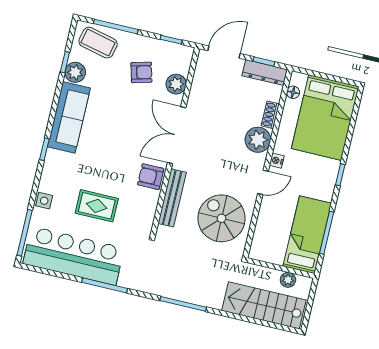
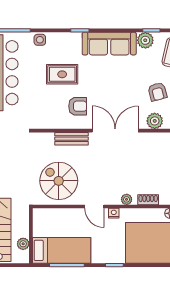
plant: (258, 140) -> (127, 199), width x0.53, depth x0.53
armchair: (151, 177) -> (78, 106), moved, turned 90
bench: (172, 198) -> (72, 139), width x0.73
rug: (97, 206) -> (62, 74), moved, turned 90
spiral stairs: (222, 218) -> (59, 181), turned -90

